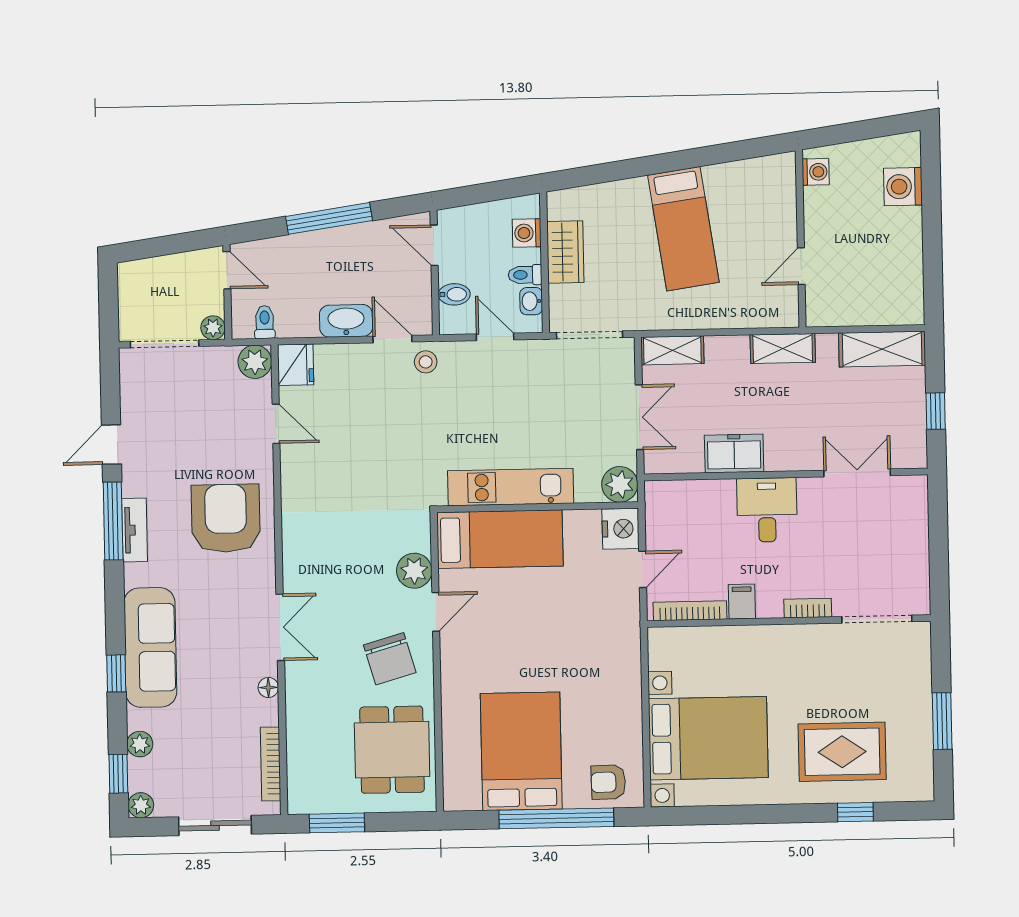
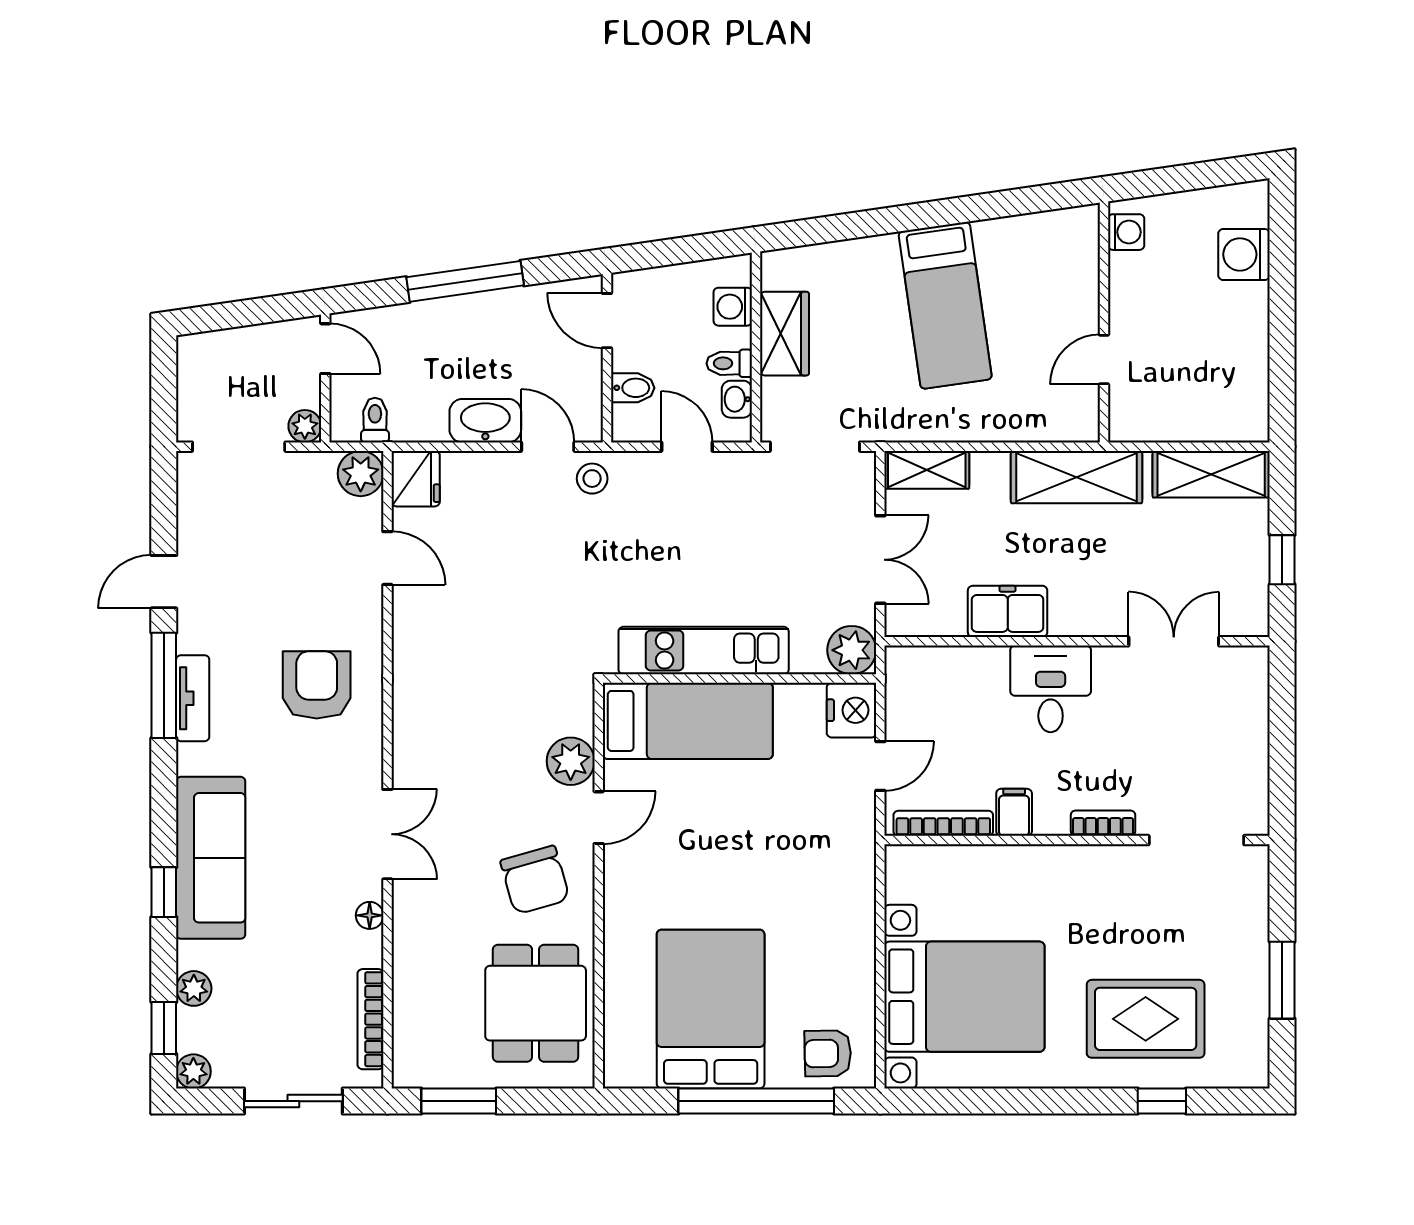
shelving: (783, 348) -> (1077, 477), width x1.50, depth x1.33
armchair: (226, 518) -> (317, 685), width x0.73, depth x0.73

